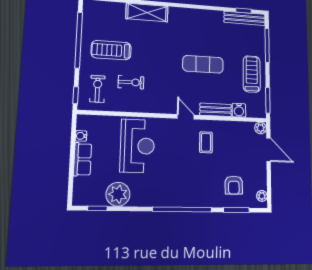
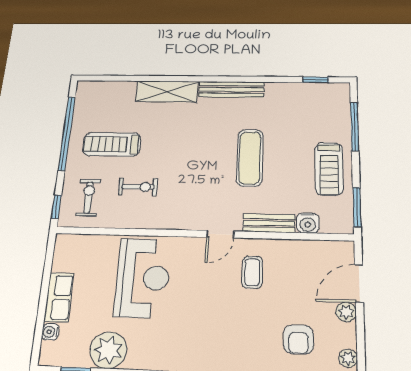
bench: (245, 18) -> (231, 89), moved
exercise mat: (203, 64) -> (250, 158), turned 90
treadmill: (252, 74) -> (329, 169), turned 180
door: (186, 117) -> (220, 234), swing flipped
plant: (261, 128) -> (346, 312), moved
water cooler: (81, 136) -> (50, 332), moved
door: (269, 150) -> (359, 283), swing flipped

